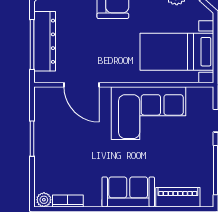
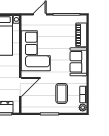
coffee table: (70, 161) -> (62, 93), added

